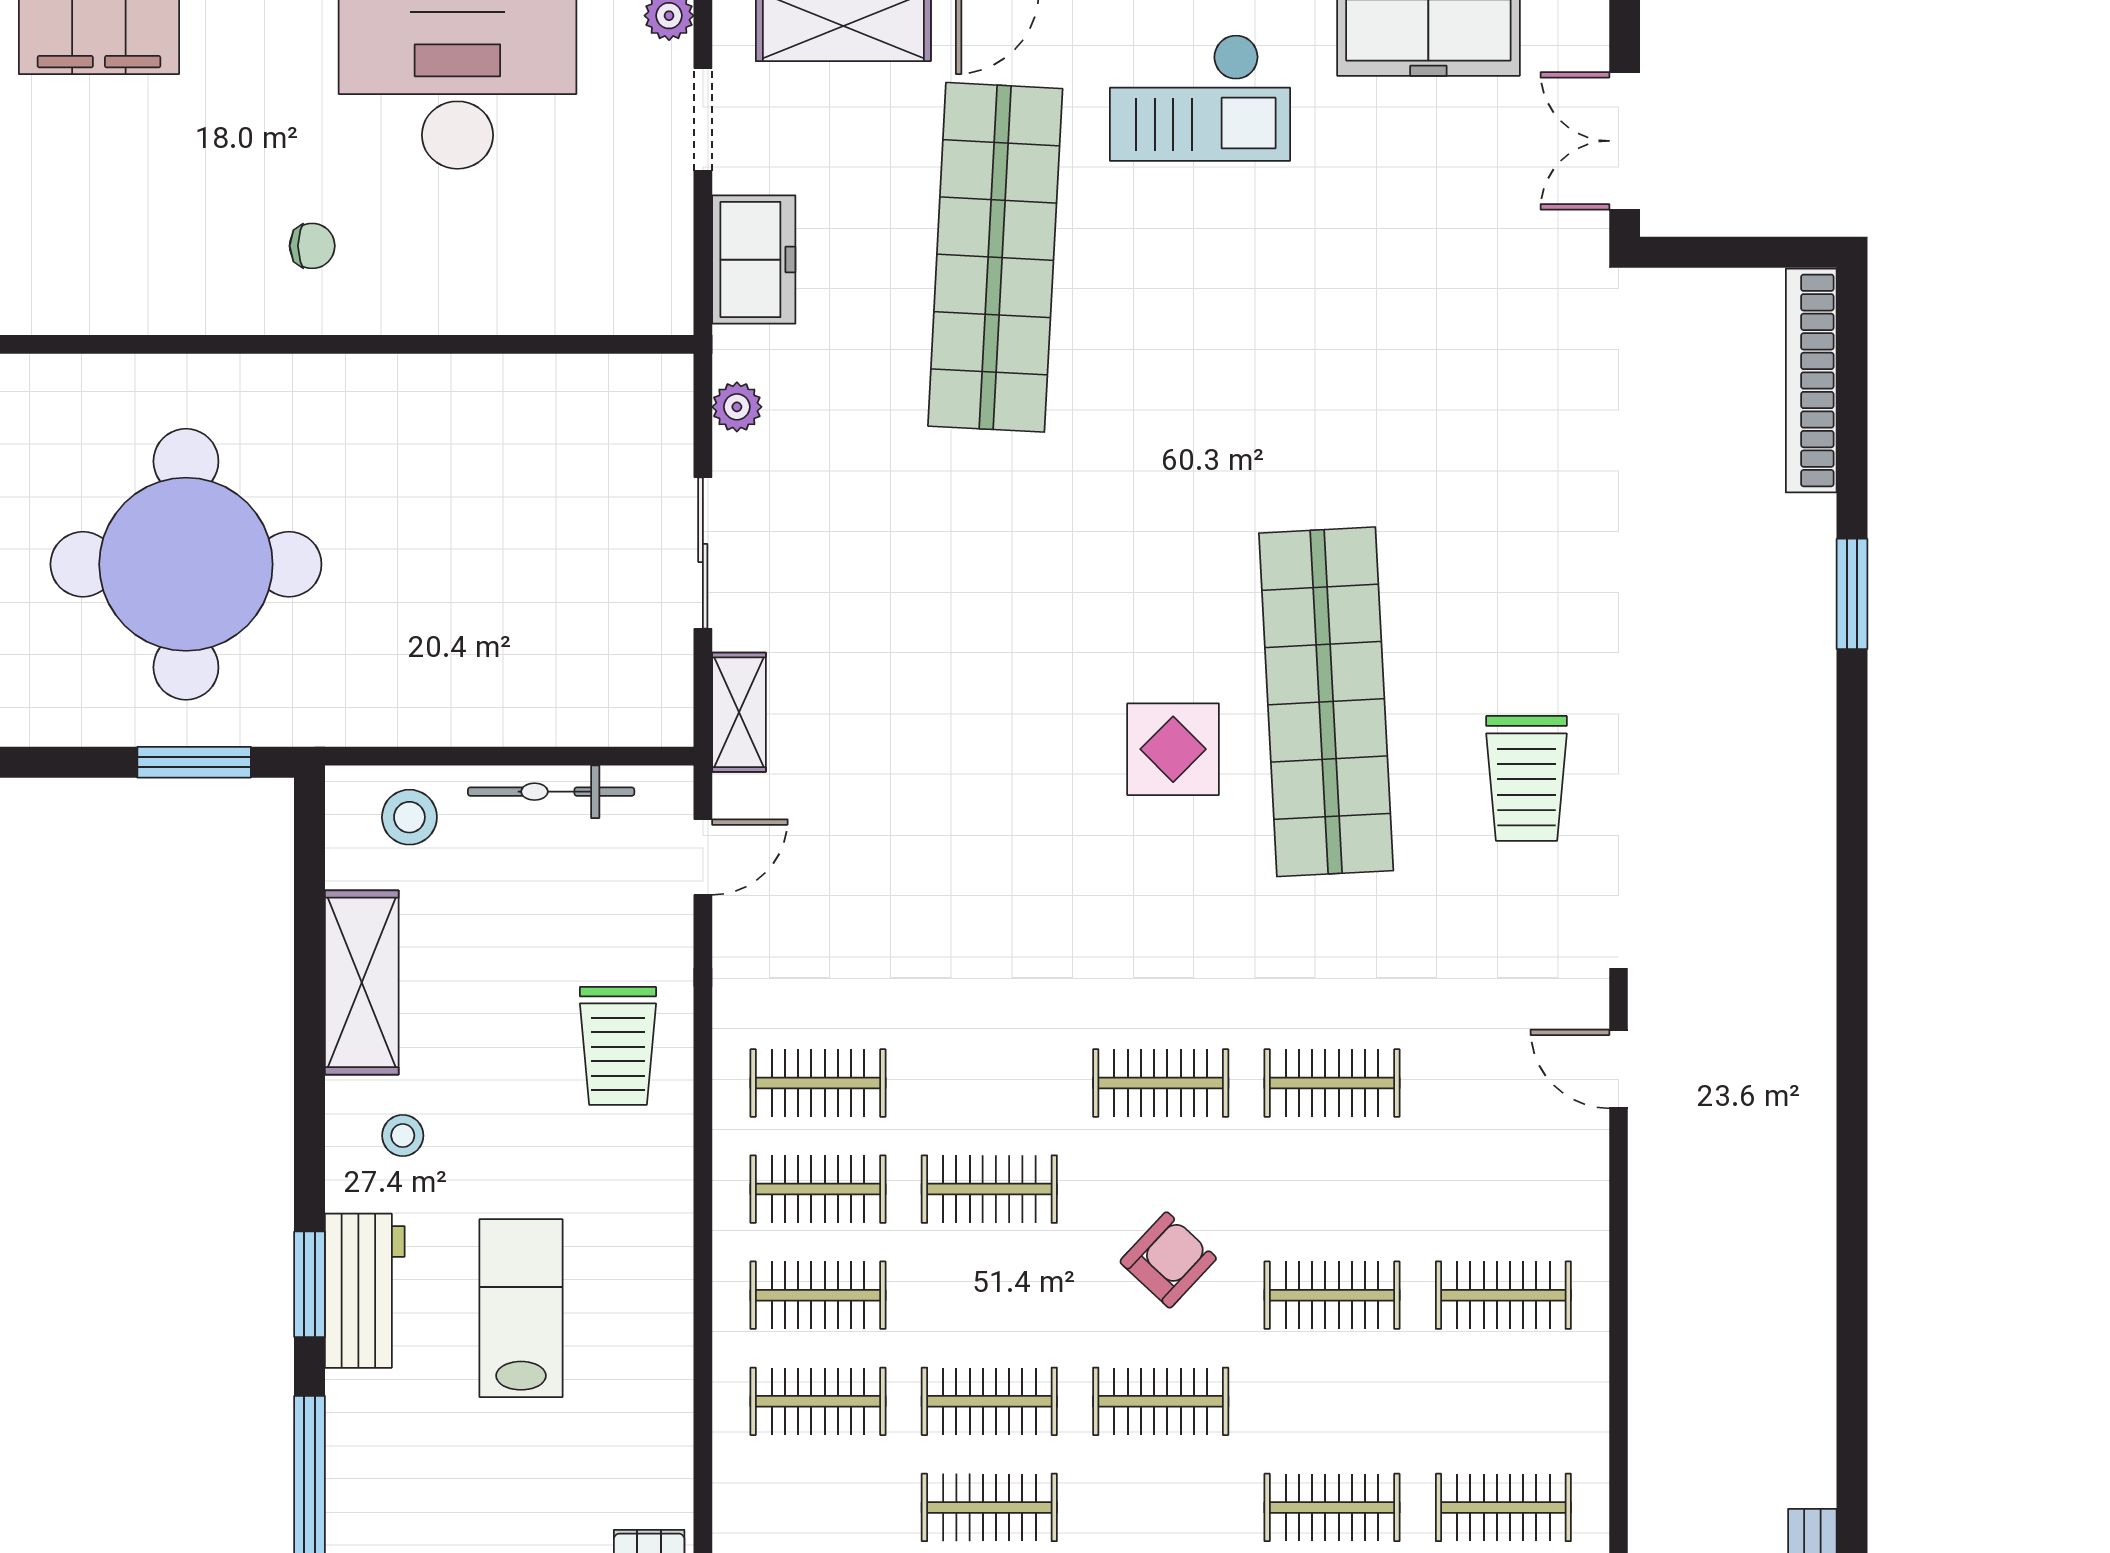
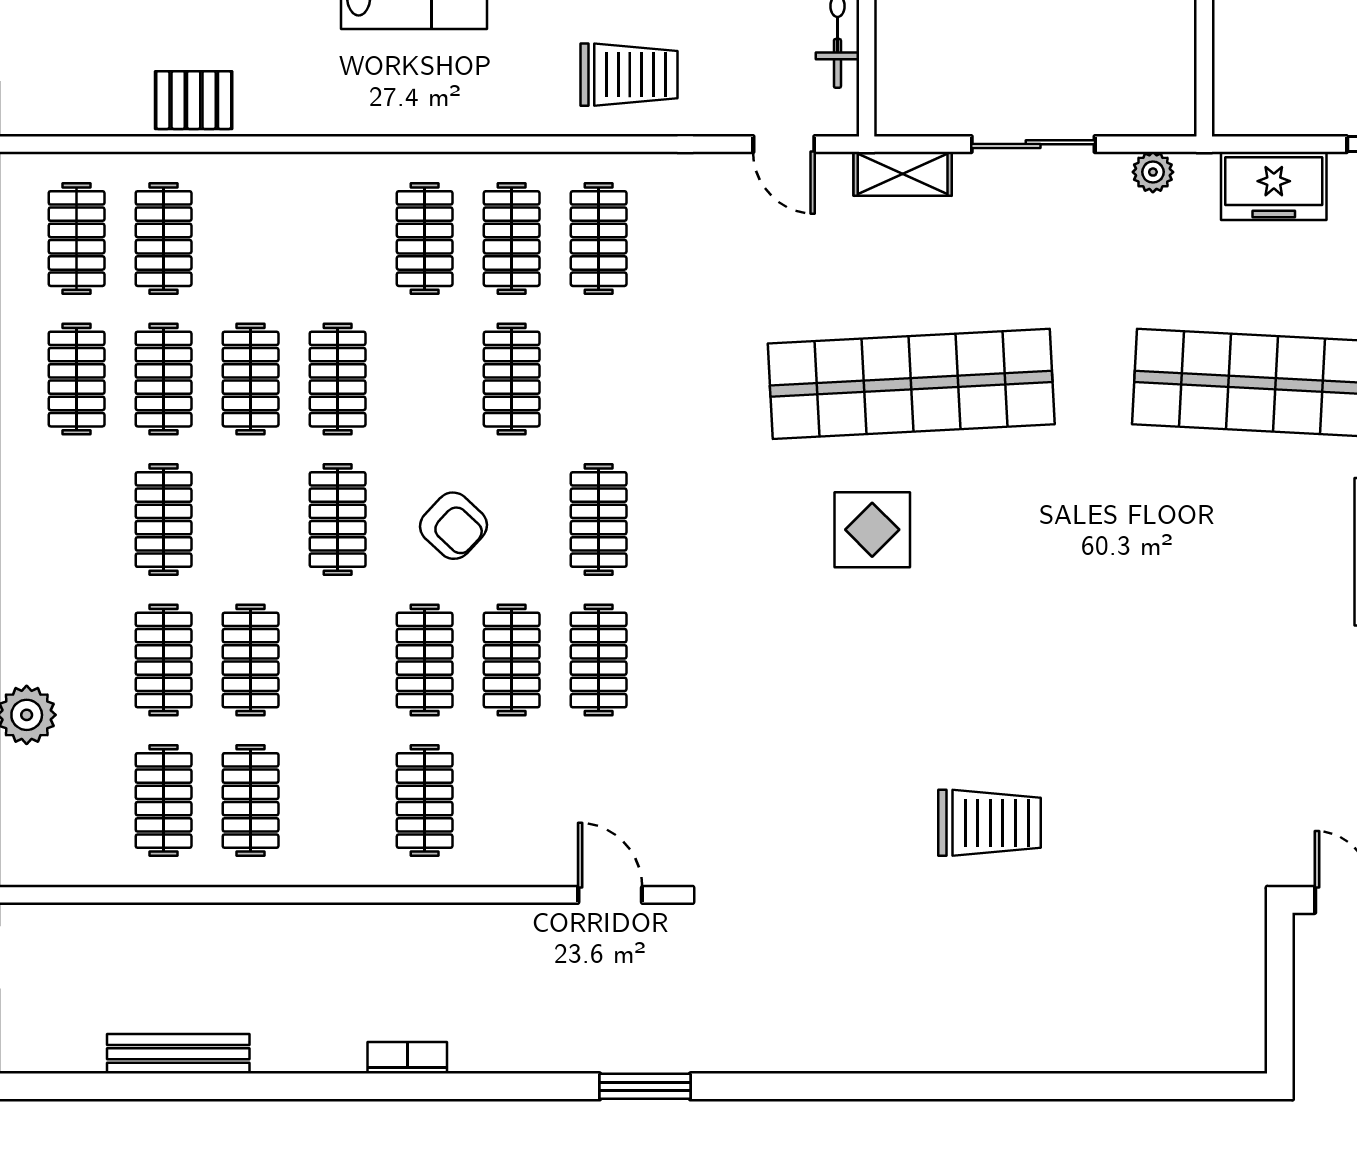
bookcase: (1811, 380) -> (407, 1058), moved, width x0.43, depth x0.76
window: (1852, 594) -> (645, 1086), moved
shop shelf: (1326, 702) -> (911, 384), moved
trolley: (1527, 778) -> (989, 823), moved, turned 180
trolley: (618, 1046) -> (629, 75), turned 180
door: (1618, 1069) -> (610, 895), hinge flipped
clothes rail: (818, 1401) -> (512, 660), moved

